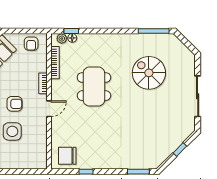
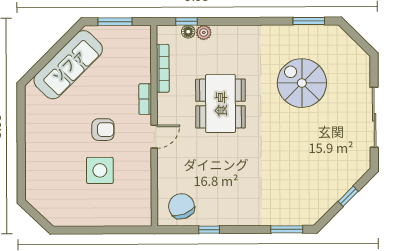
window: (23, 31) -> (115, 22), added
window: (154, 31) -> (309, 21), width x0.69
plant: (62, 39) -> (204, 32), moved
armchair: (31, 44) -> (127, 40), removed
chair: (67, 156) -> (181, 206), turned 69

